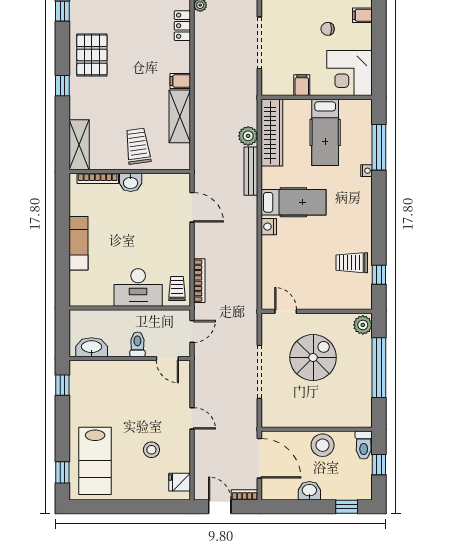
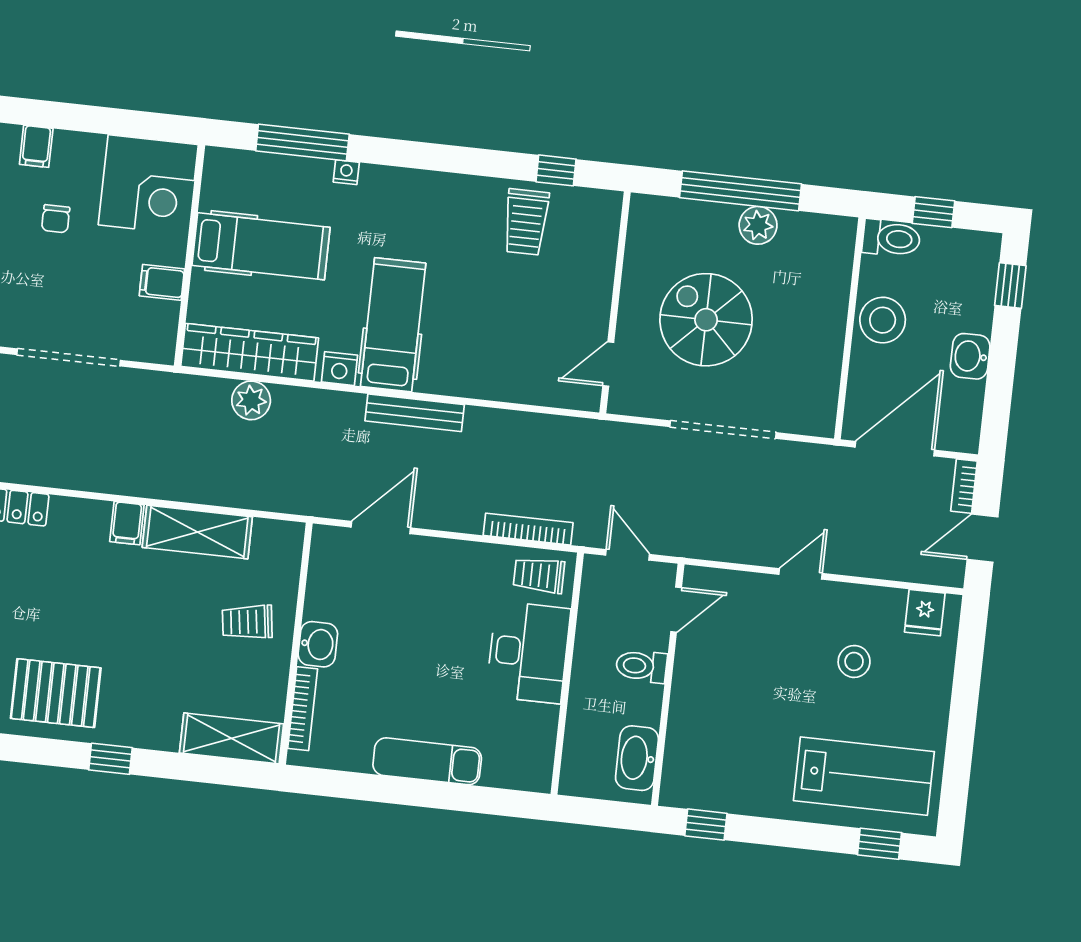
trolley: (138, 146) -> (247, 622), width x0.73, depth x0.72
bench: (251, 171) -> (415, 413), moved
nightstand: (269, 227) -> (339, 369), moved
plant: (363, 325) -> (758, 225), moved

